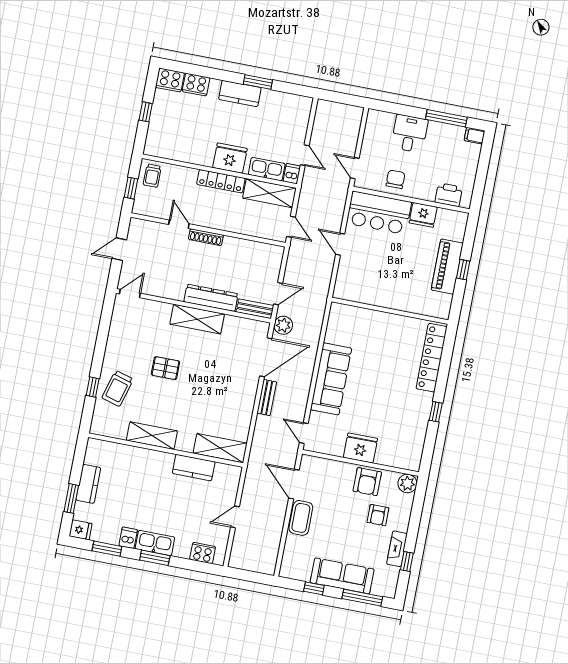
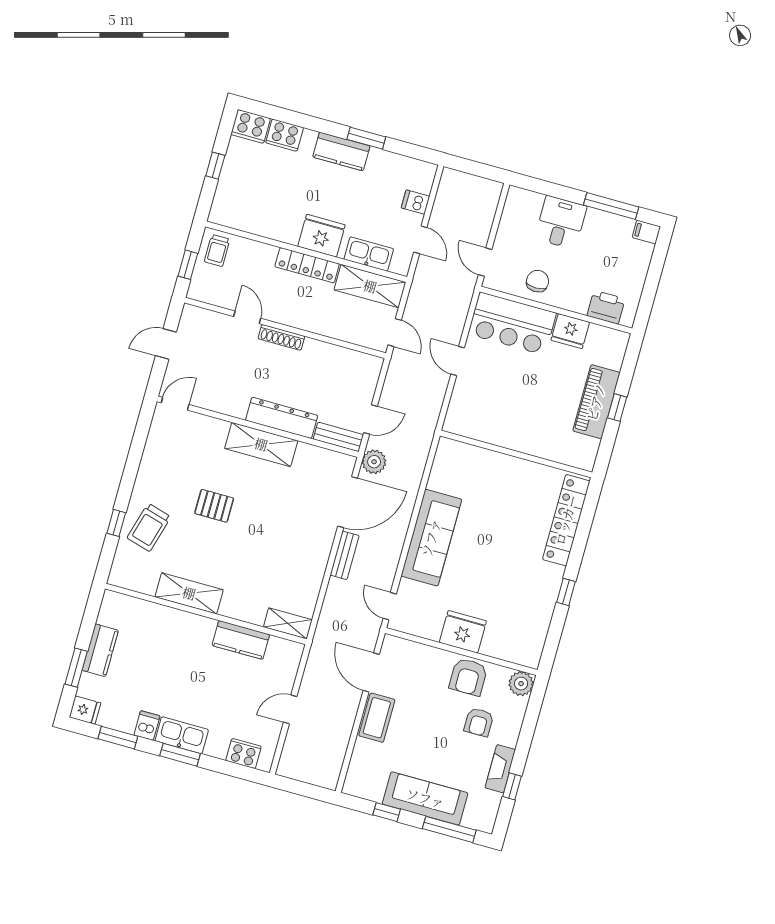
dishwasher: (292, 174) -> (415, 202), moved, turned -90
shelving: (220, 448) -> (288, 623), width x0.67, depth x0.75

